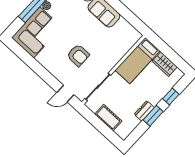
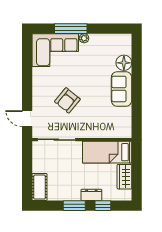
armchair: (78, 55) -> (67, 100), turned 39
dresser: (144, 111) -> (91, 195), moved
cot: (108, 118) -> (39, 187), moved

